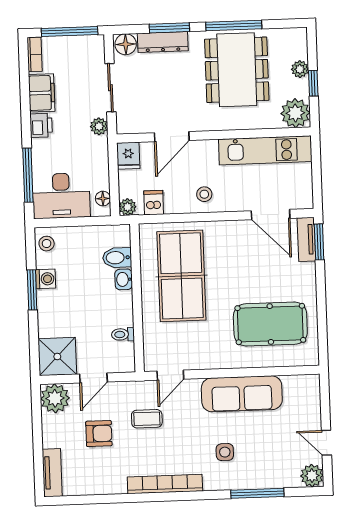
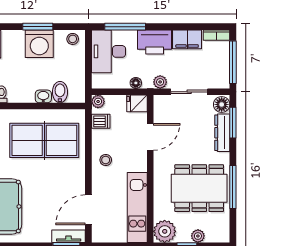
window: (169, 28) -> (233, 123), moved
printer: (41, 125) -> (155, 42), width x1.87, depth x1.48
door: (172, 137) -> (150, 137), swing flipped
floor lamp: (103, 199) -> (136, 83), moved
washing machine: (46, 279) -> (39, 44), width x1.89, depth x1.89

